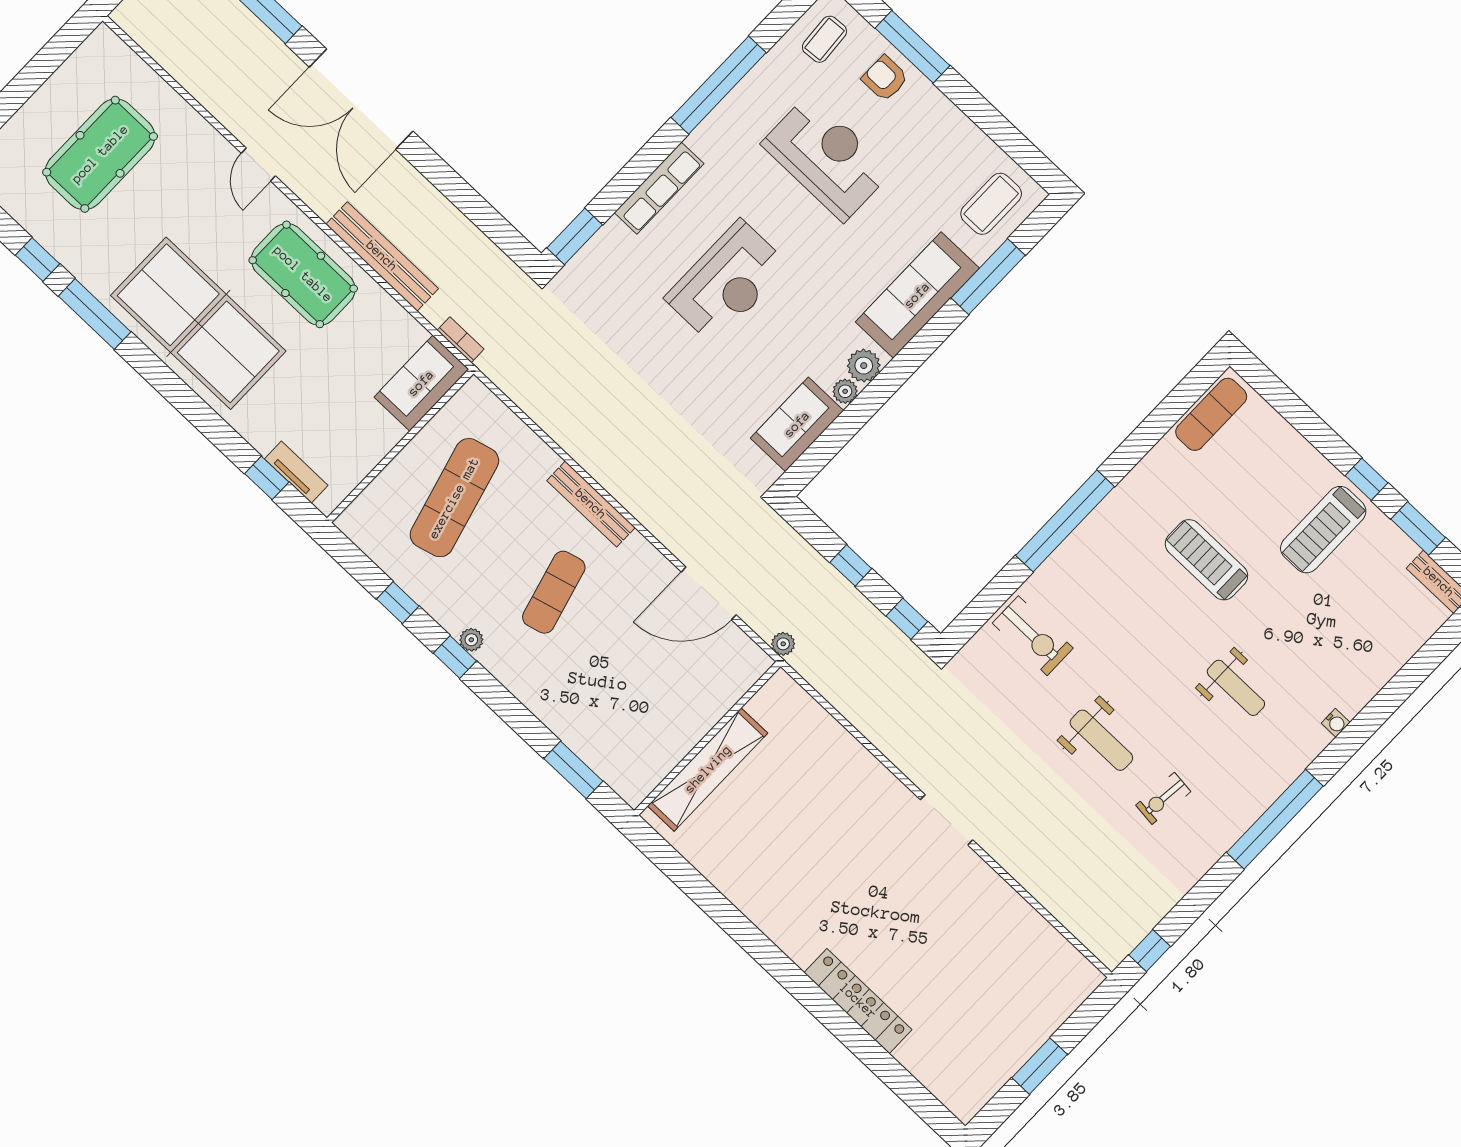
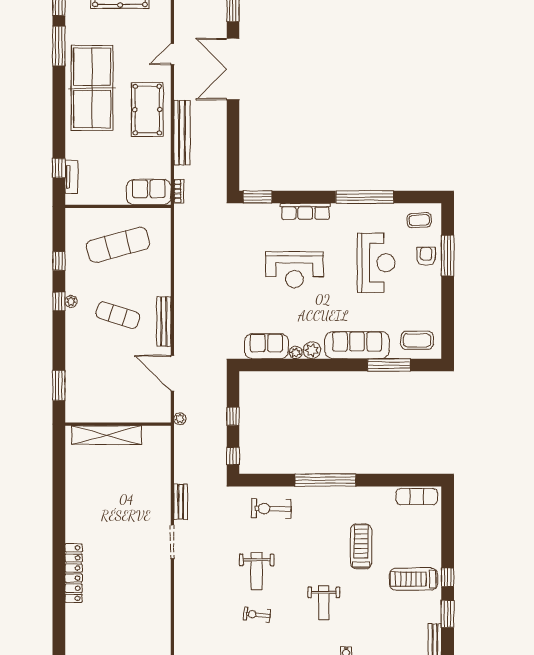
bench: (591, 504) -> (164, 321), moved
exercise mat: (554, 592) -> (118, 315), turned 33
exercise bike: (1033, 636) -> (271, 509), turned 91
bench: (901, 754) -> (181, 502), added

